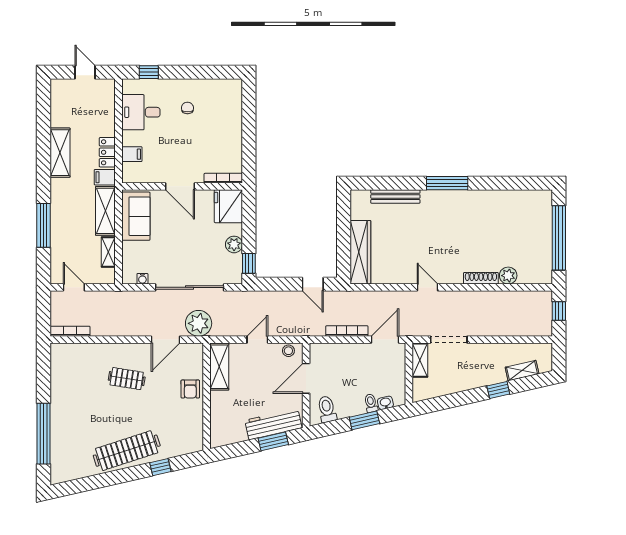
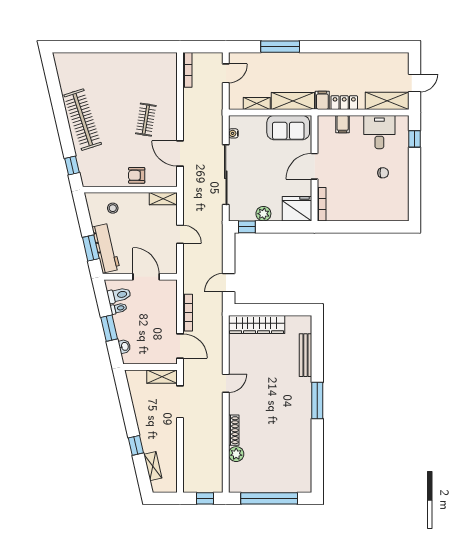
shelving: (60, 153) -> (387, 101), moved
plant: (199, 323) -> (194, 183), removed
stool: (288, 351) -> (113, 208), moved
shelving: (219, 367) -> (163, 199), width x0.67, depth x0.75
toilet: (371, 403) -> (119, 308), moved
window: (43, 434) -> (98, 47), removed
window: (160, 467) -> (72, 165), moved

